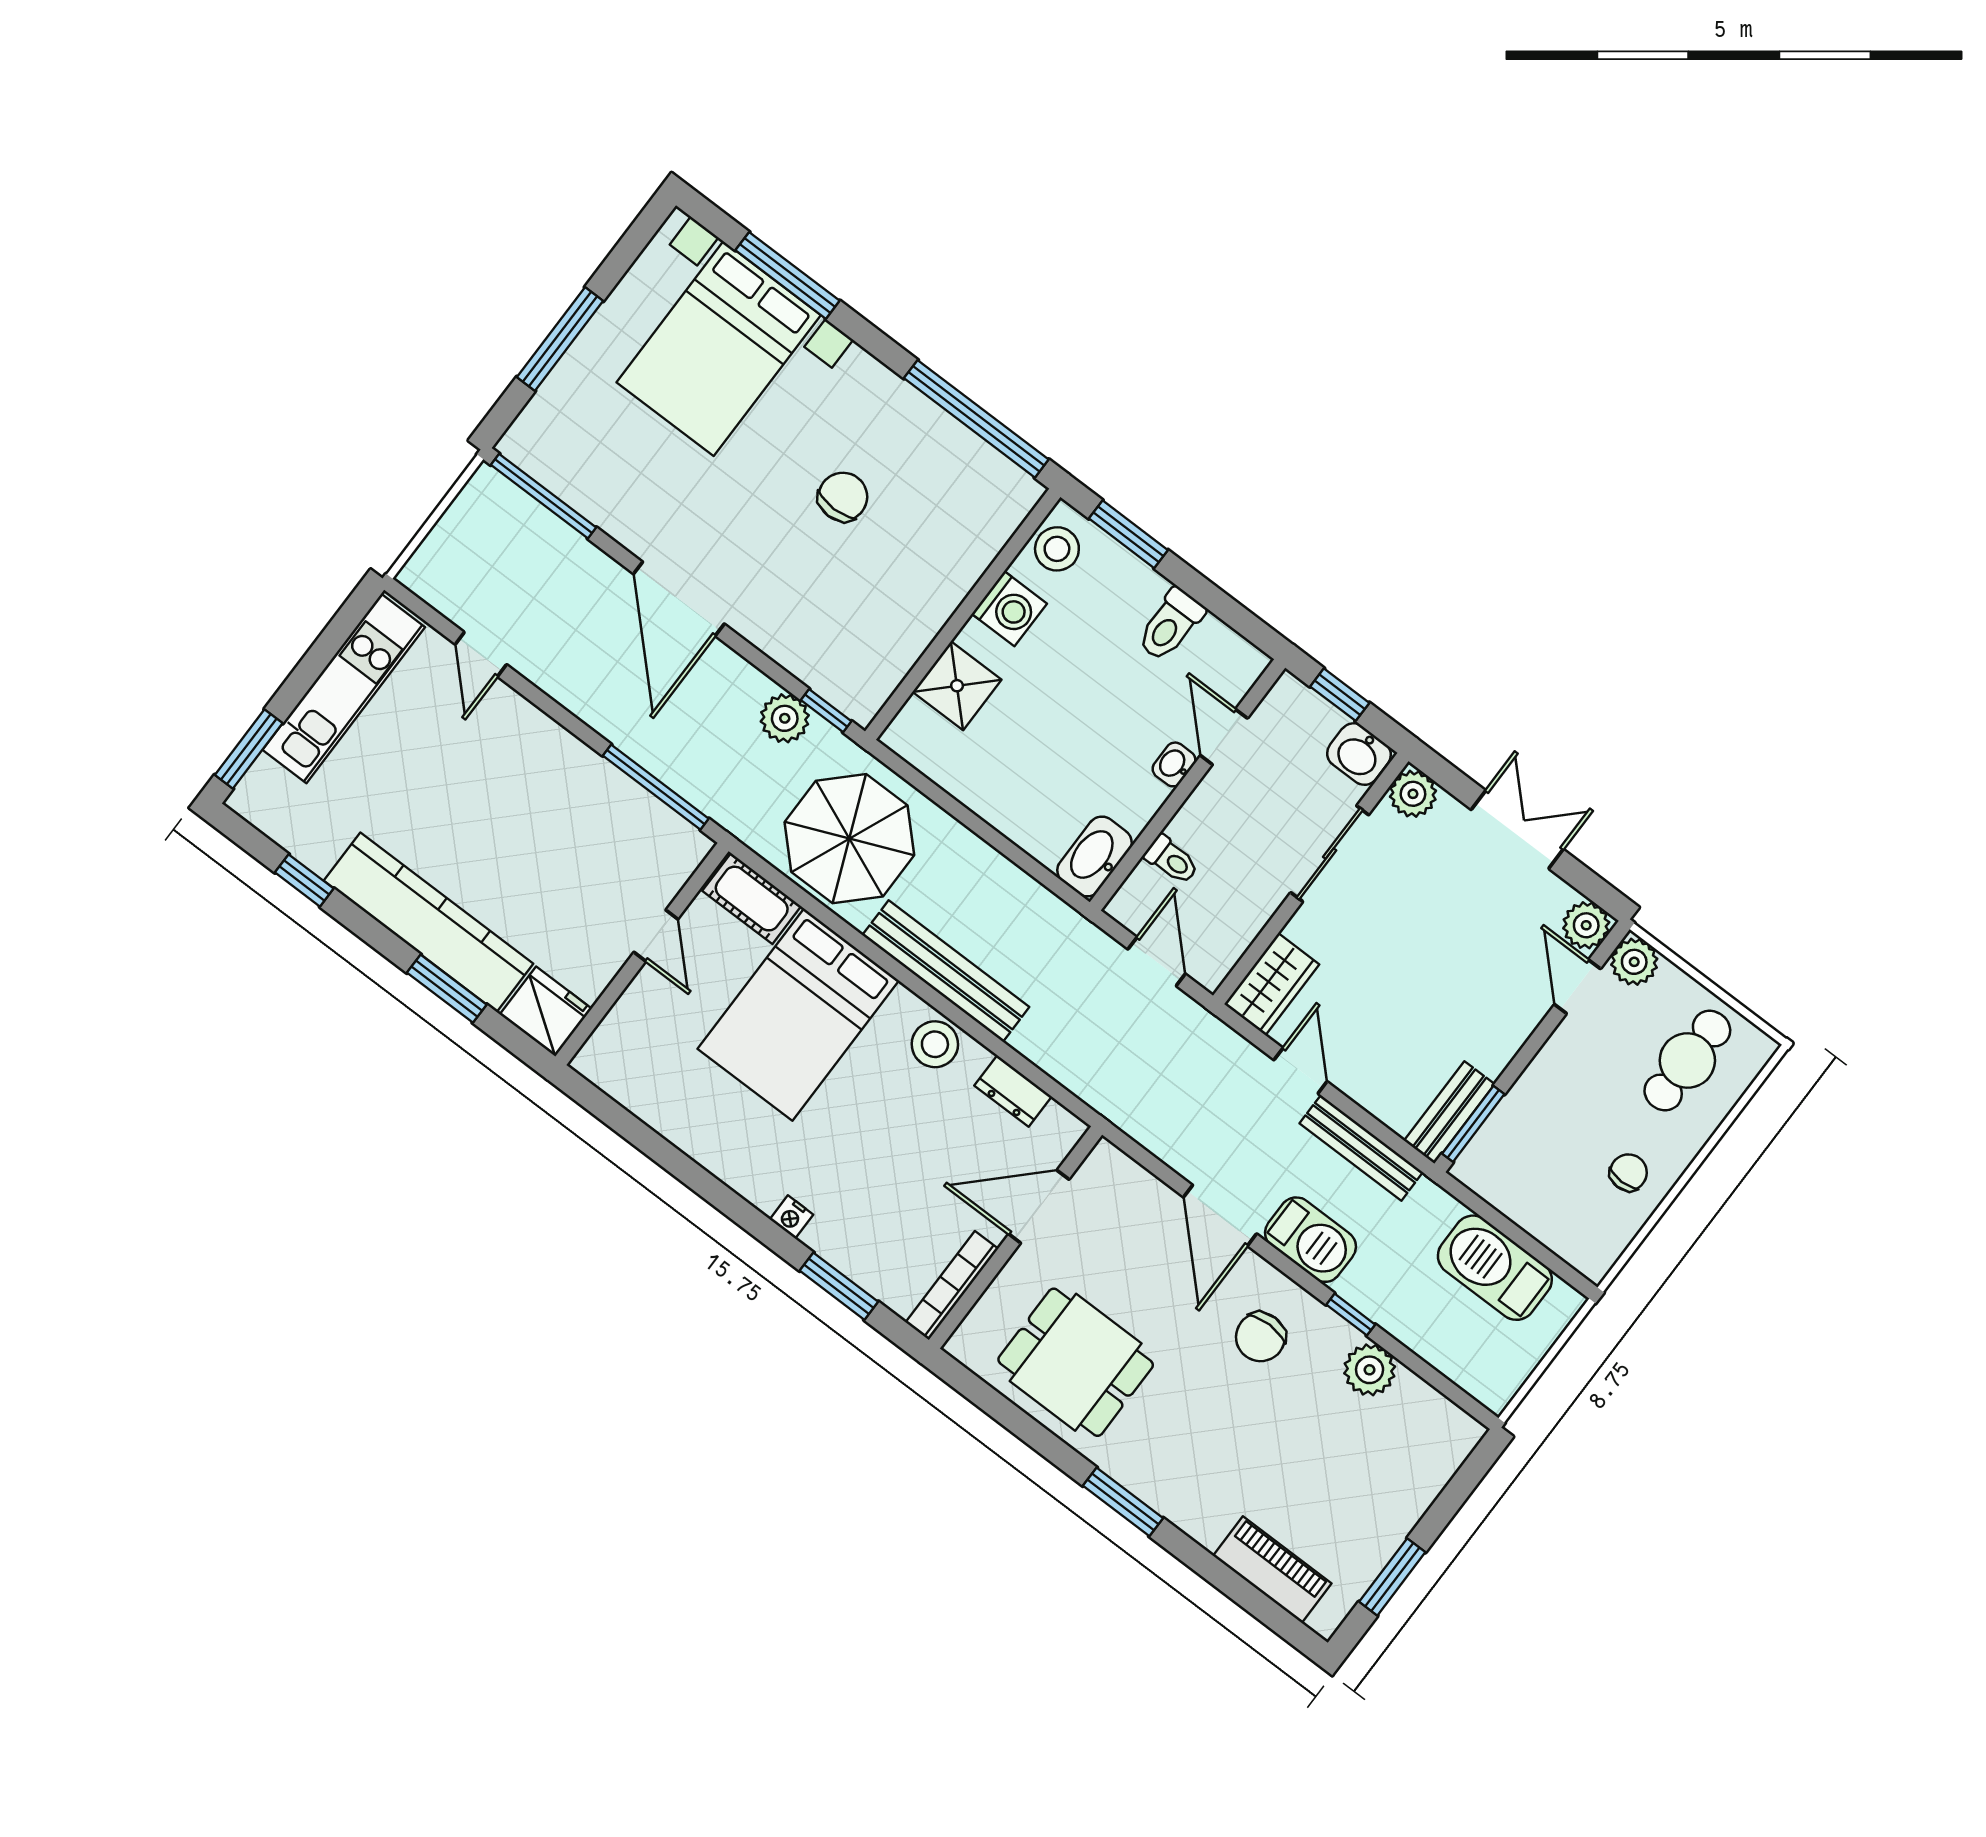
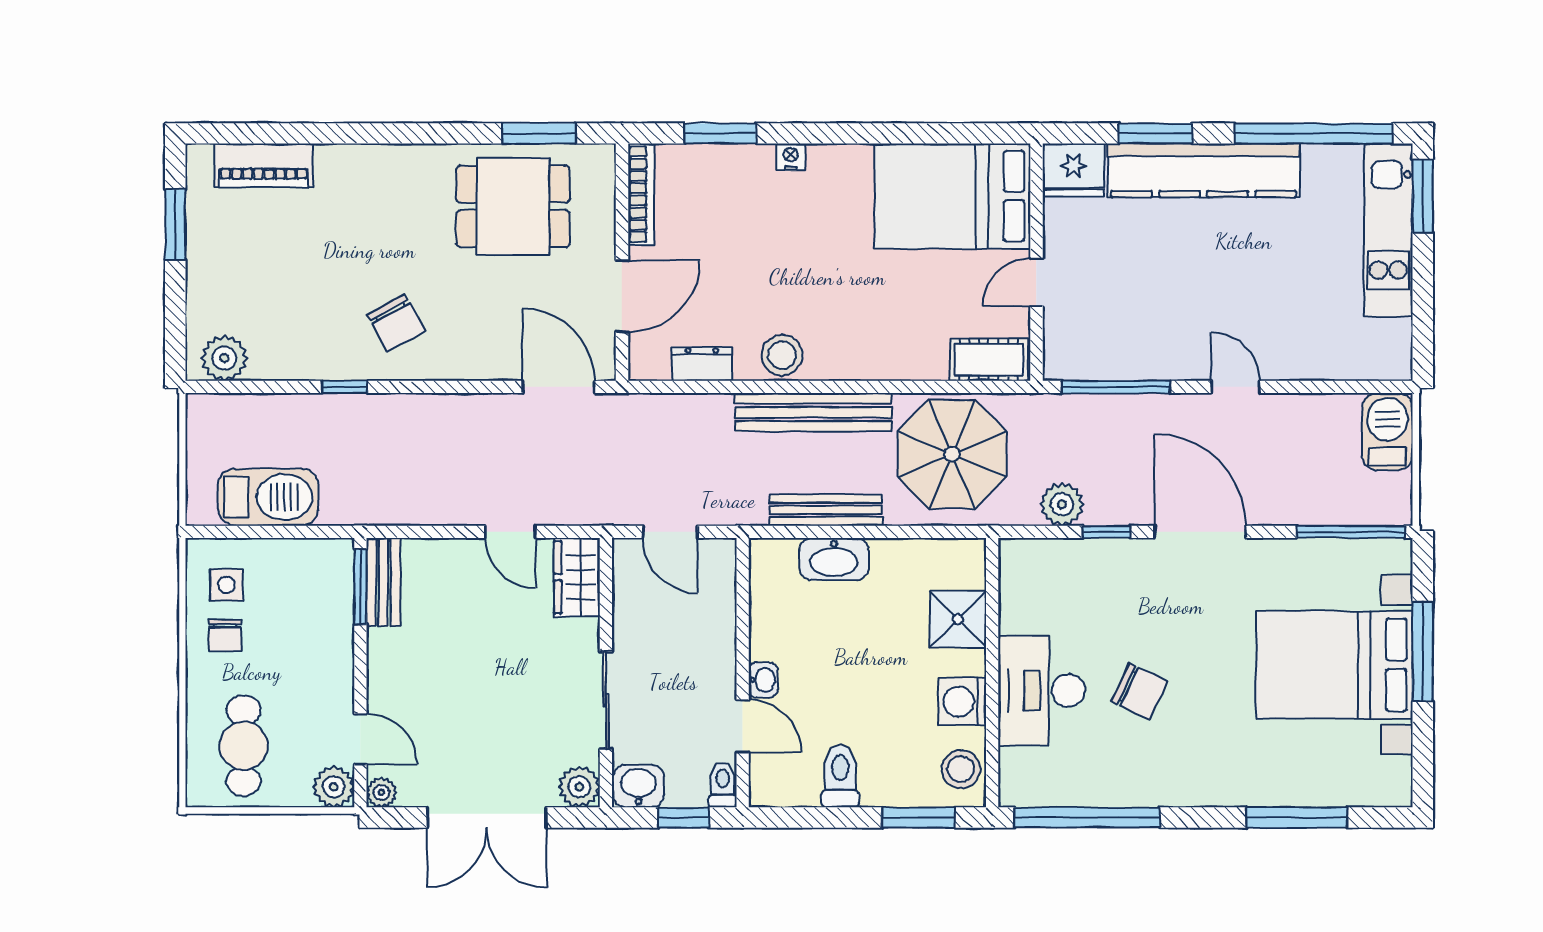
bed with nightstands: (719, 349) -> (1334, 665), moved, turned -90
chair: (843, 497) -> (1139, 691), turned -65
desk: (930, 564) -> (1042, 690), added
door: (481, 654) -> (1235, 387), moved
kitchen unit: (344, 688) -> (1388, 230), moved
window: (826, 711) -> (1106, 532), moved
double door: (1517, 829) -> (487, 818), width x1.37
washbasin: (1094, 857) -> (834, 559), moved, turned 90
toilet: (1172, 860) -> (723, 785), moved, turned 90
window: (304, 880) -> (1313, 133), width x3.17
plant: (1586, 925) -> (381, 792), width x0.73, depth x0.73
door: (656, 936) -> (1036, 282), hinge flipped
bed: (798, 1015) -> (952, 196), moved, turned -90
bench: (1361, 1148) -> (826, 510), moved
door: (1220, 1215) -> (559, 387), moved
side table: (1593, 1217) -> (227, 585), added
barbecue: (1311, 1240) -> (1387, 432), moved, turned 90
chair: (1260, 1337) -> (396, 323), turned 151
plant: (1370, 1370) -> (224, 358), moved
window: (1123, 1502) -> (539, 133), moved

